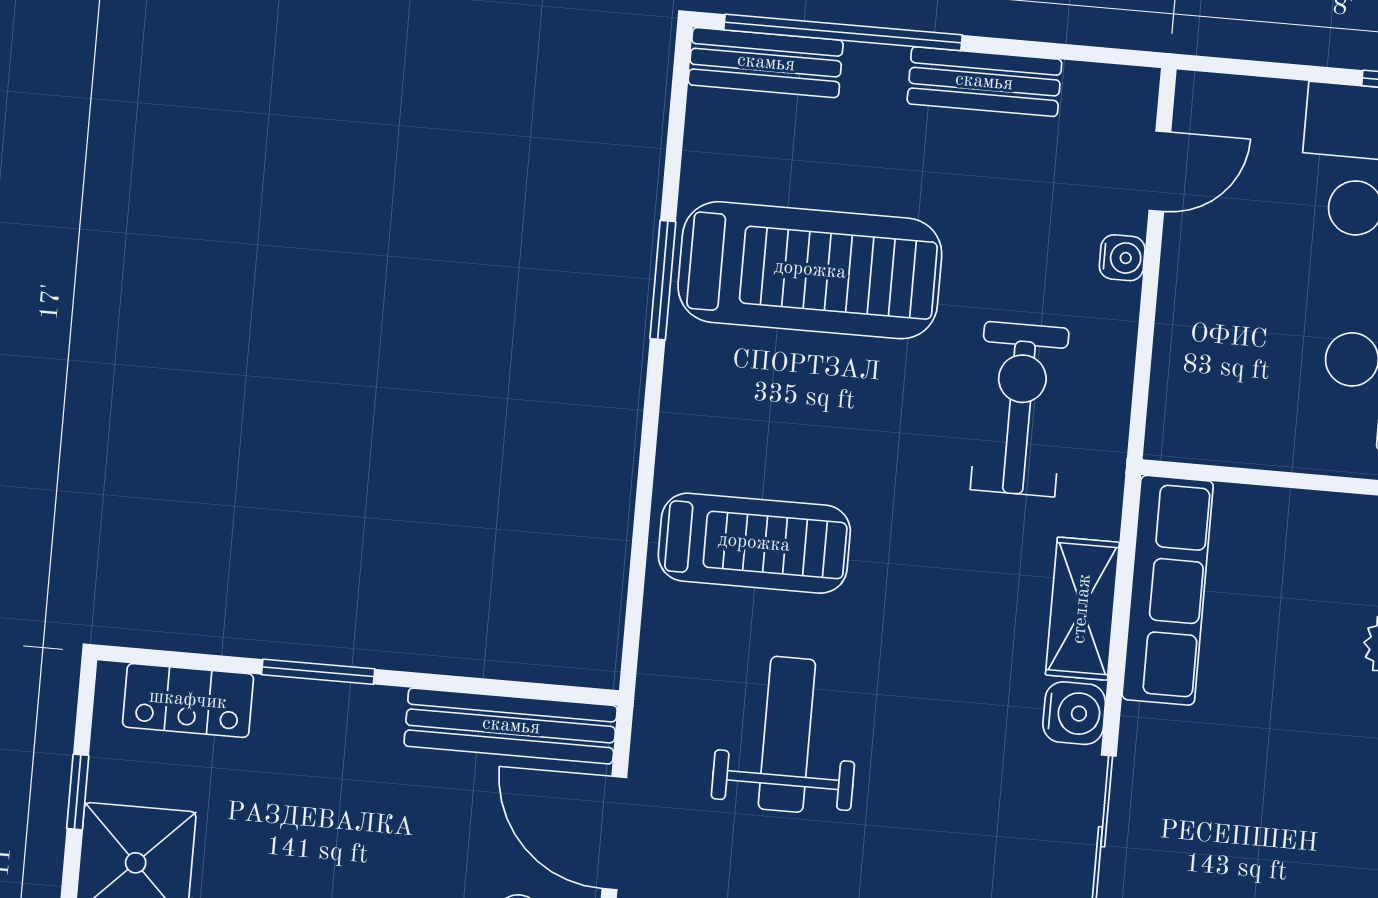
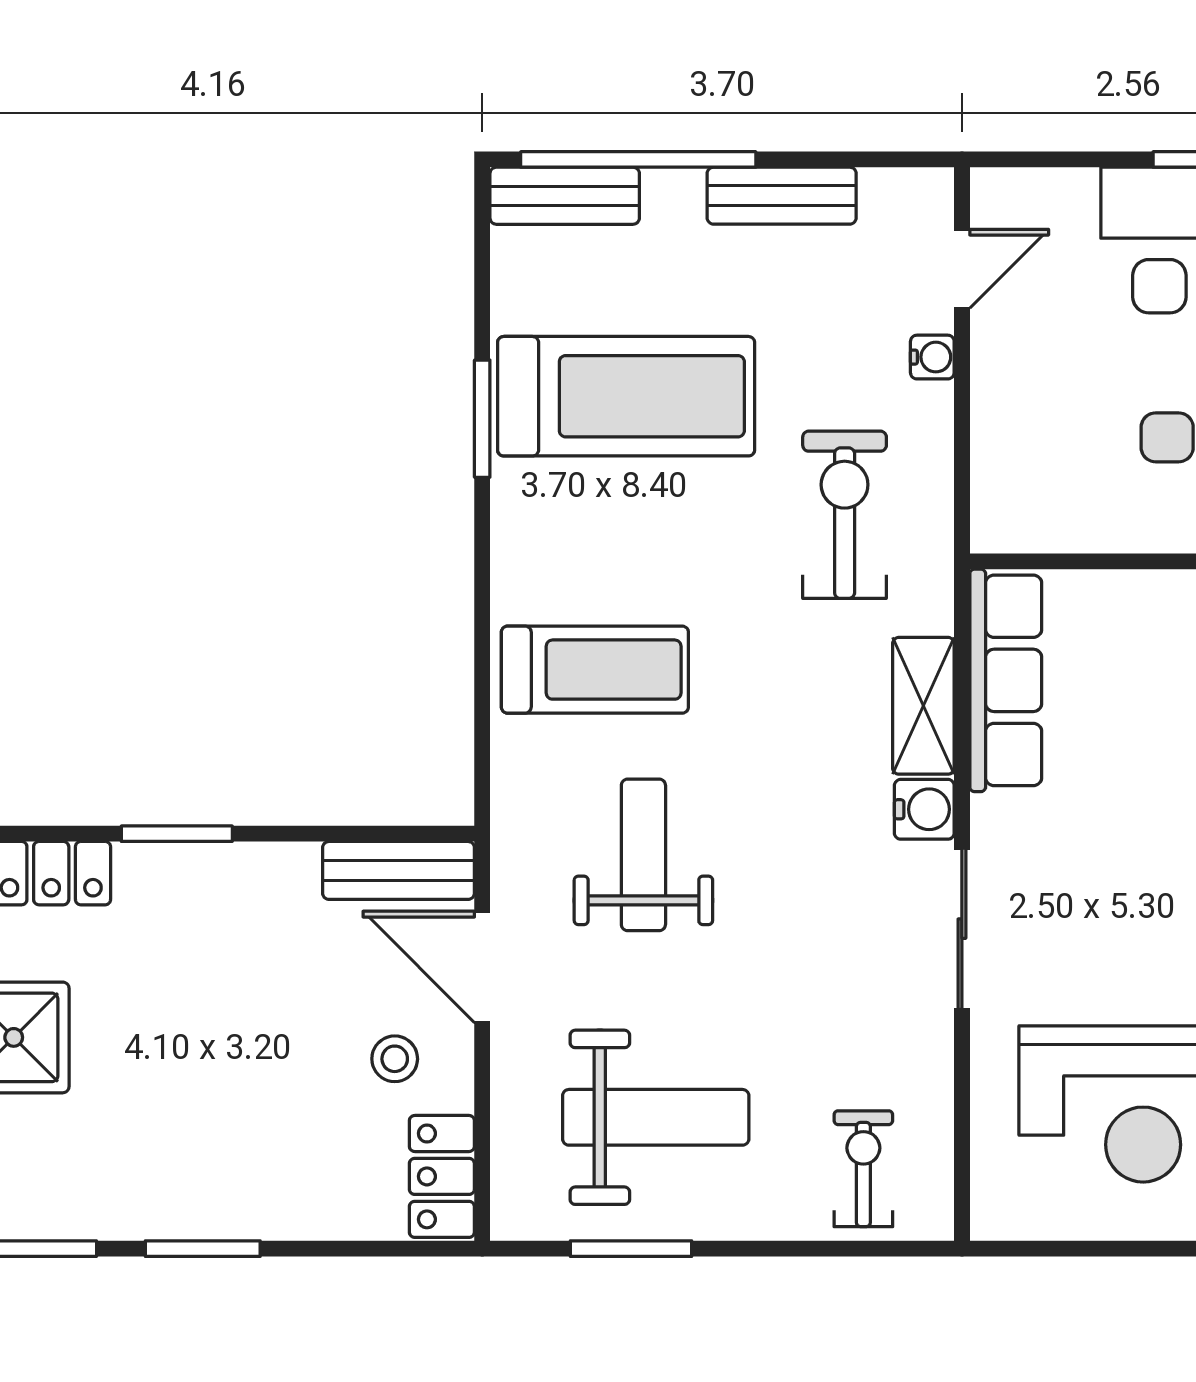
bench: (511, 726) -> (399, 870), width x0.73

